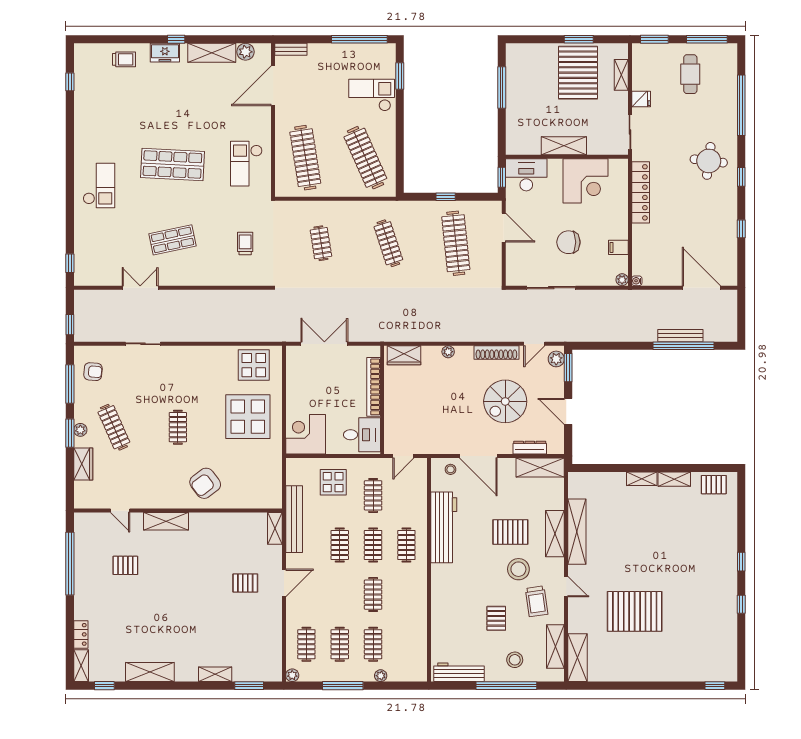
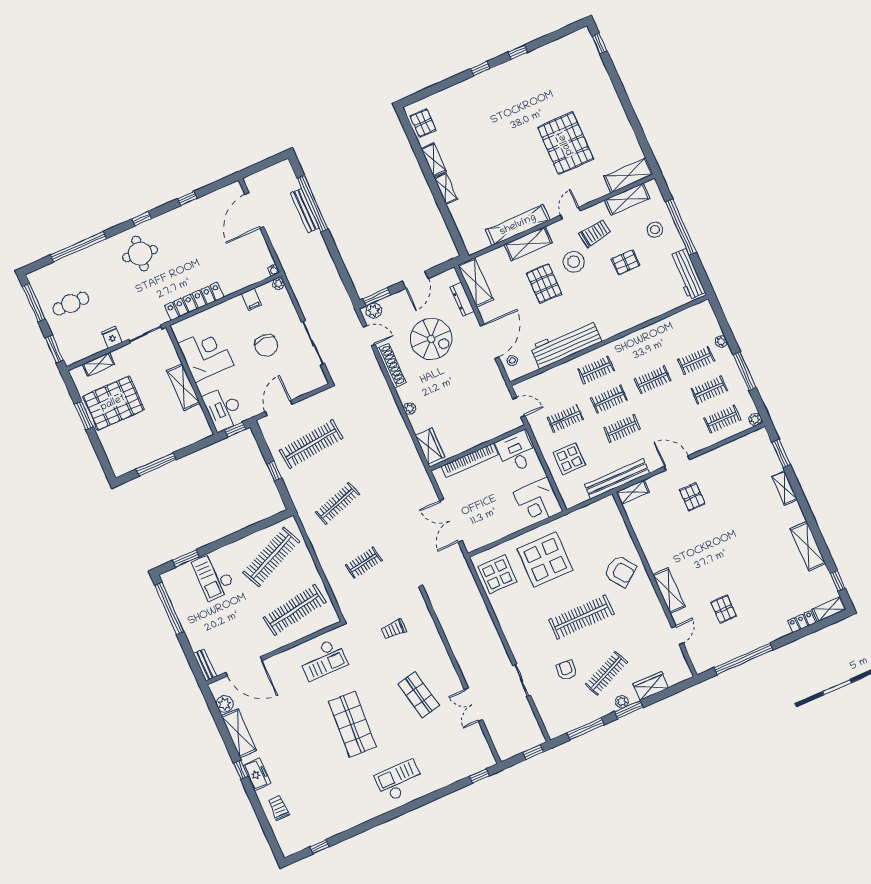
armchair: (93, 372) -> (566, 670), moved
clothes rail: (178, 427) -> (581, 617), width x1.86, depth x1.31

